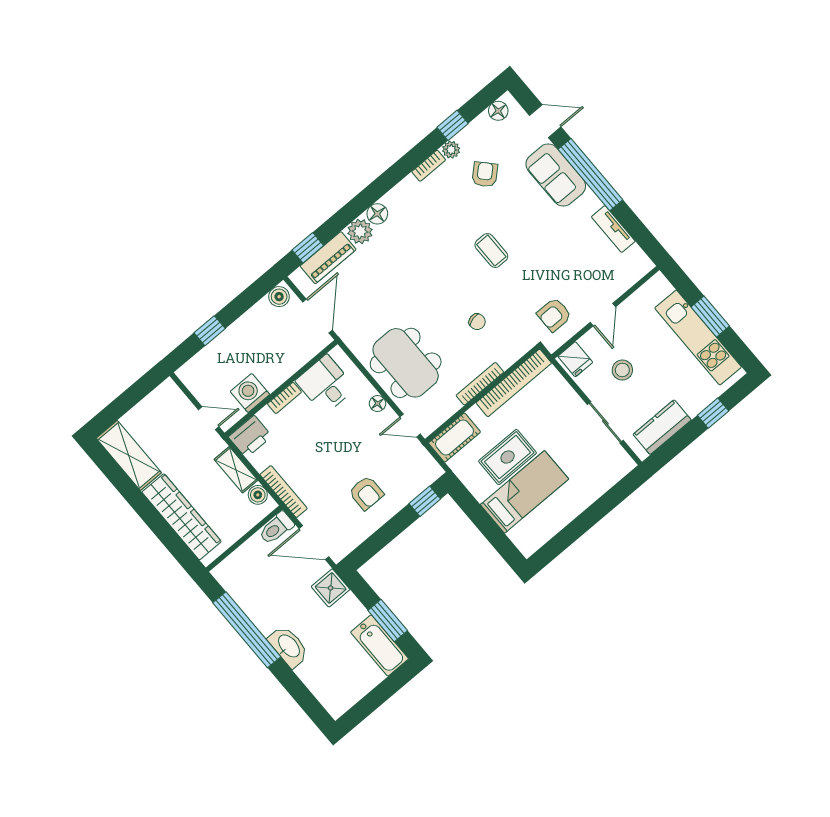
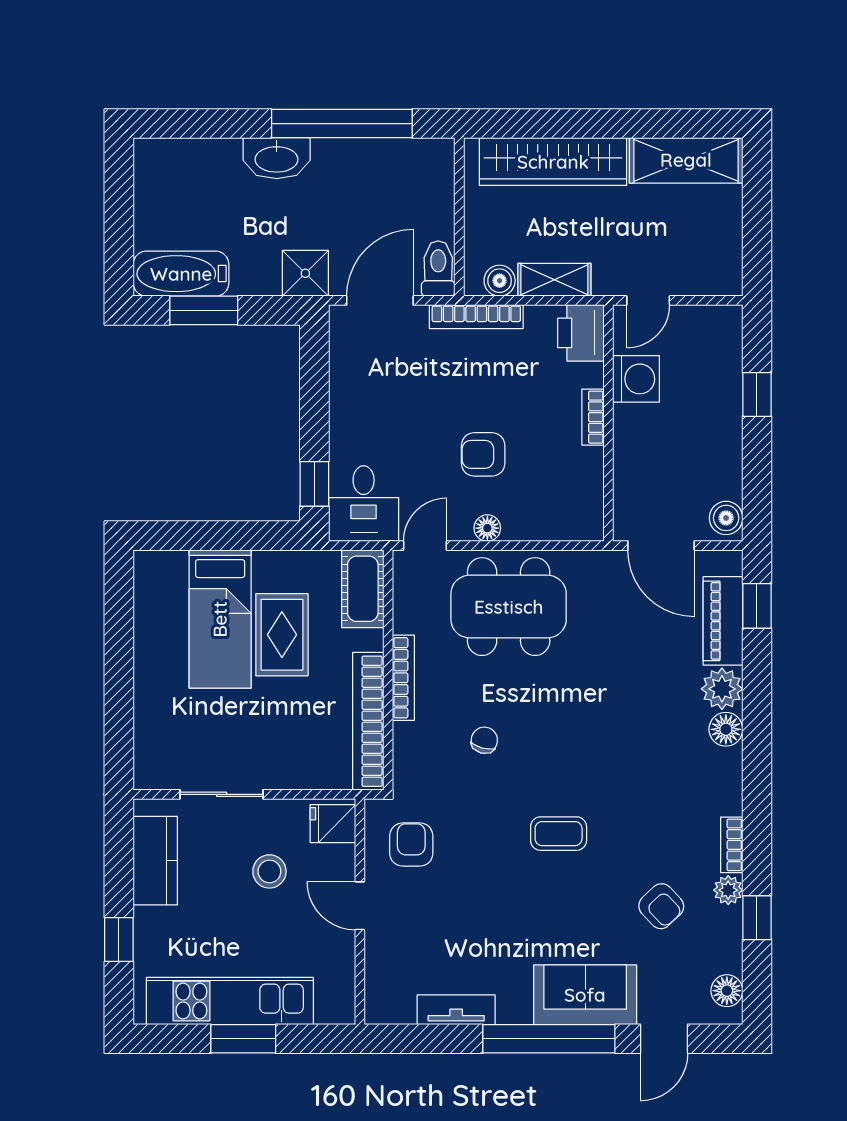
chair: (477, 322) -> (484, 740), turned 119
desk: (325, 384) -> (364, 504), moved, turned 90
armchair: (366, 493) -> (483, 454), moved

